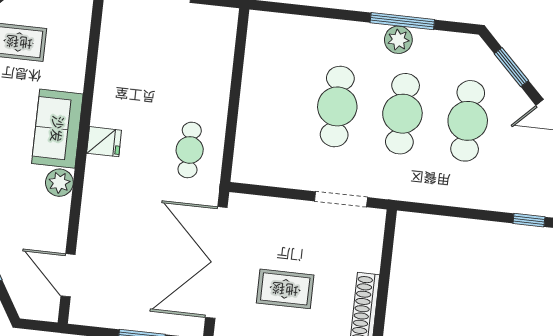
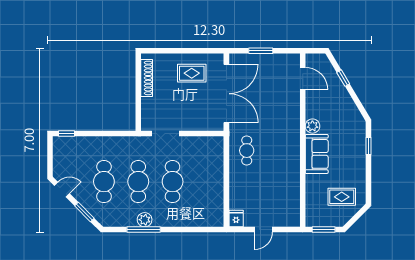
fridge: (104, 142) -> (236, 219), moved, turned 90
rug: (285, 289) -> (192, 73), moved

